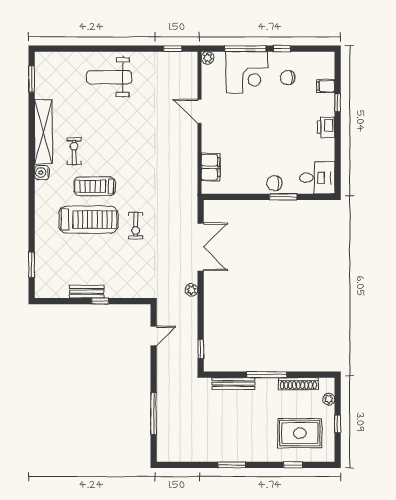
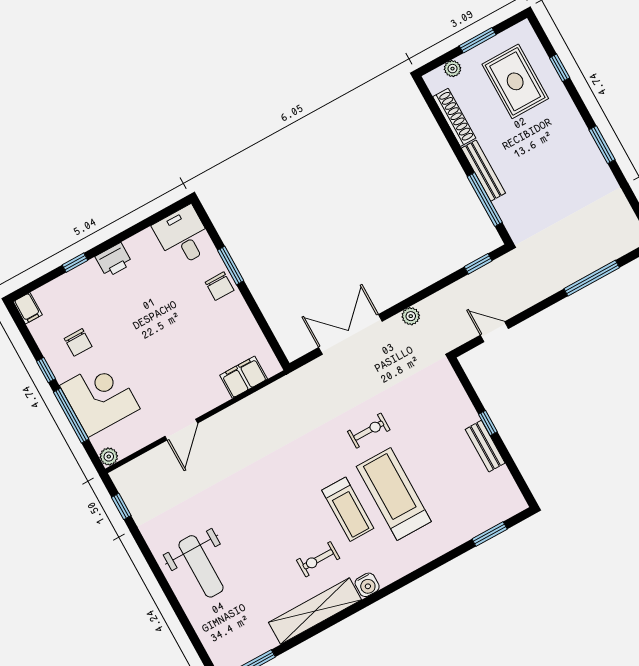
filing cabinet: (326, 86) -> (28, 308), moved
window: (267, 375) -> (485, 200), moved
bench: (233, 384) -> (483, 171), moved
window: (338, 424) -> (478, 40), width x1.50

